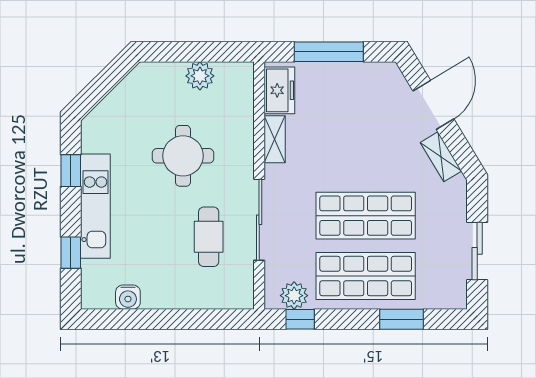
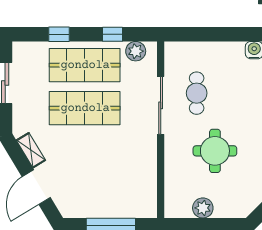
freezer: (279, 90) -> (146, 198), removed
shelving: (275, 139) -> (150, 163), removed
window: (300, 319) -> (112, 34), moved
window: (402, 319) -> (59, 34), width x0.67

